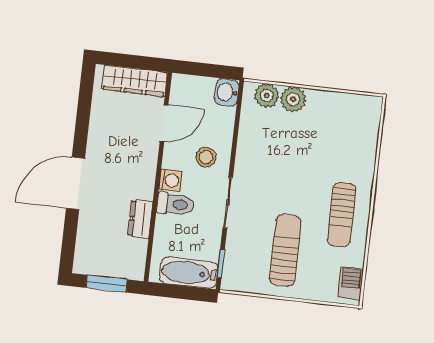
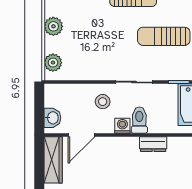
washbasin: (227, 92) -> (52, 118), moved, turned -90
plant: (293, 99) -> (53, 26), moved
door: (164, 123) -> (81, 135), swing flipped

